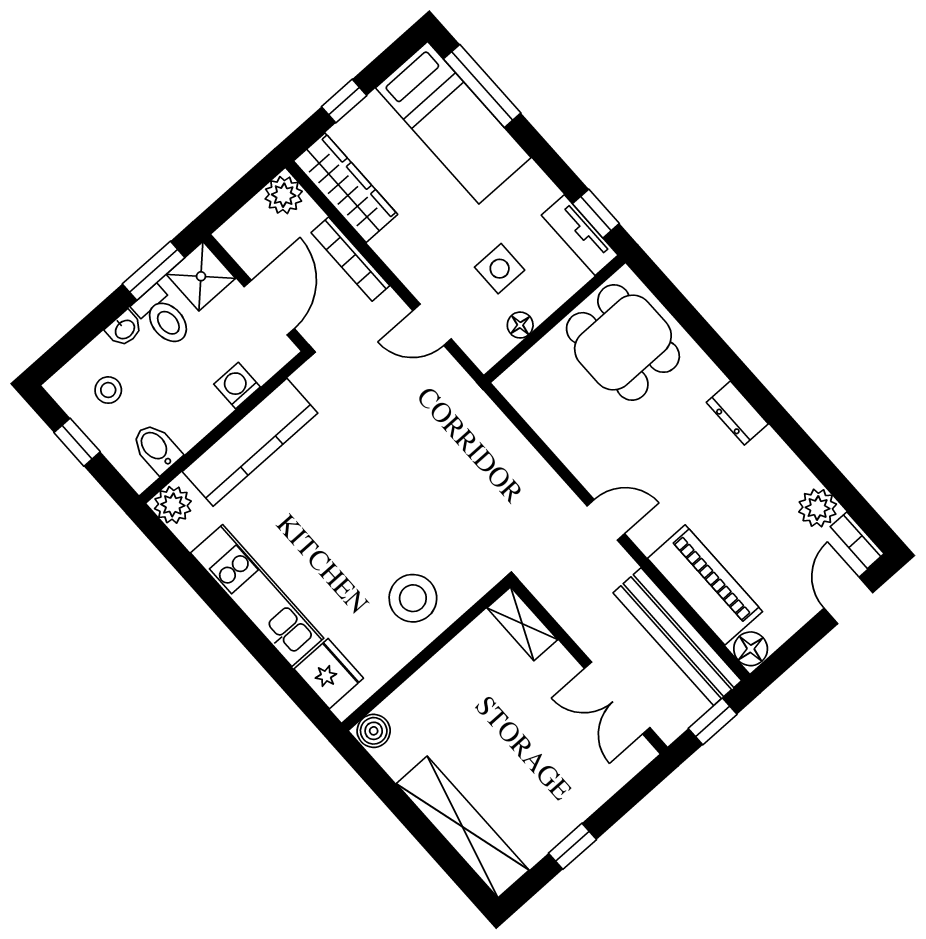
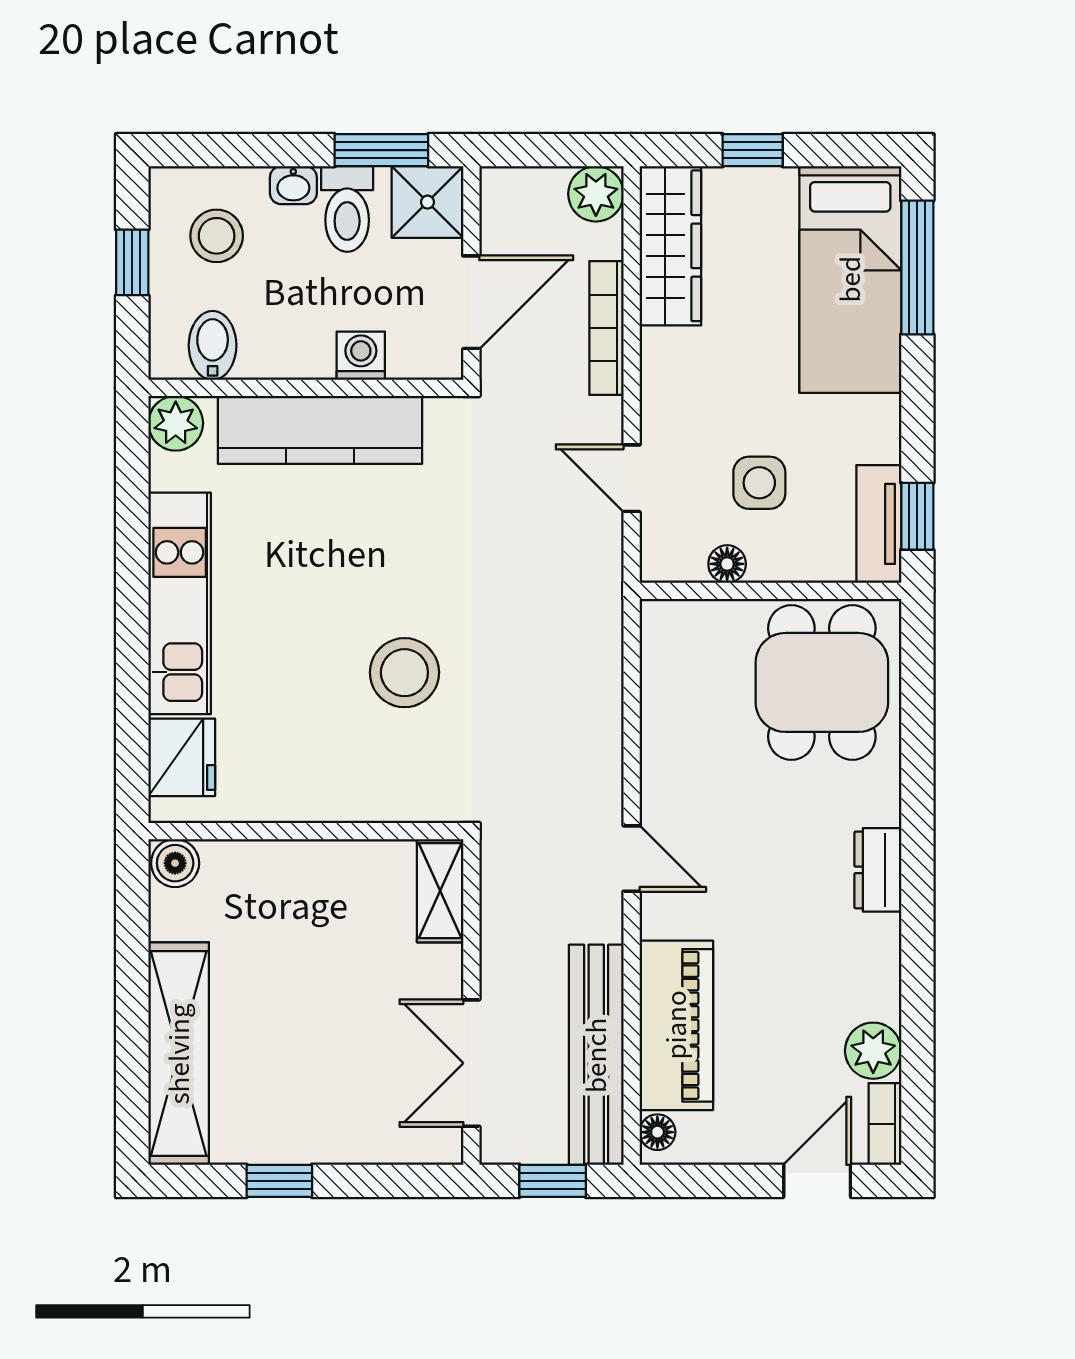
stool: (108, 390) -> (217, 236), width x1.37, depth x1.37
stool: (413, 598) -> (404, 673), moved
floor lamp: (751, 649) -> (657, 1132), width x0.73, depth x0.73

